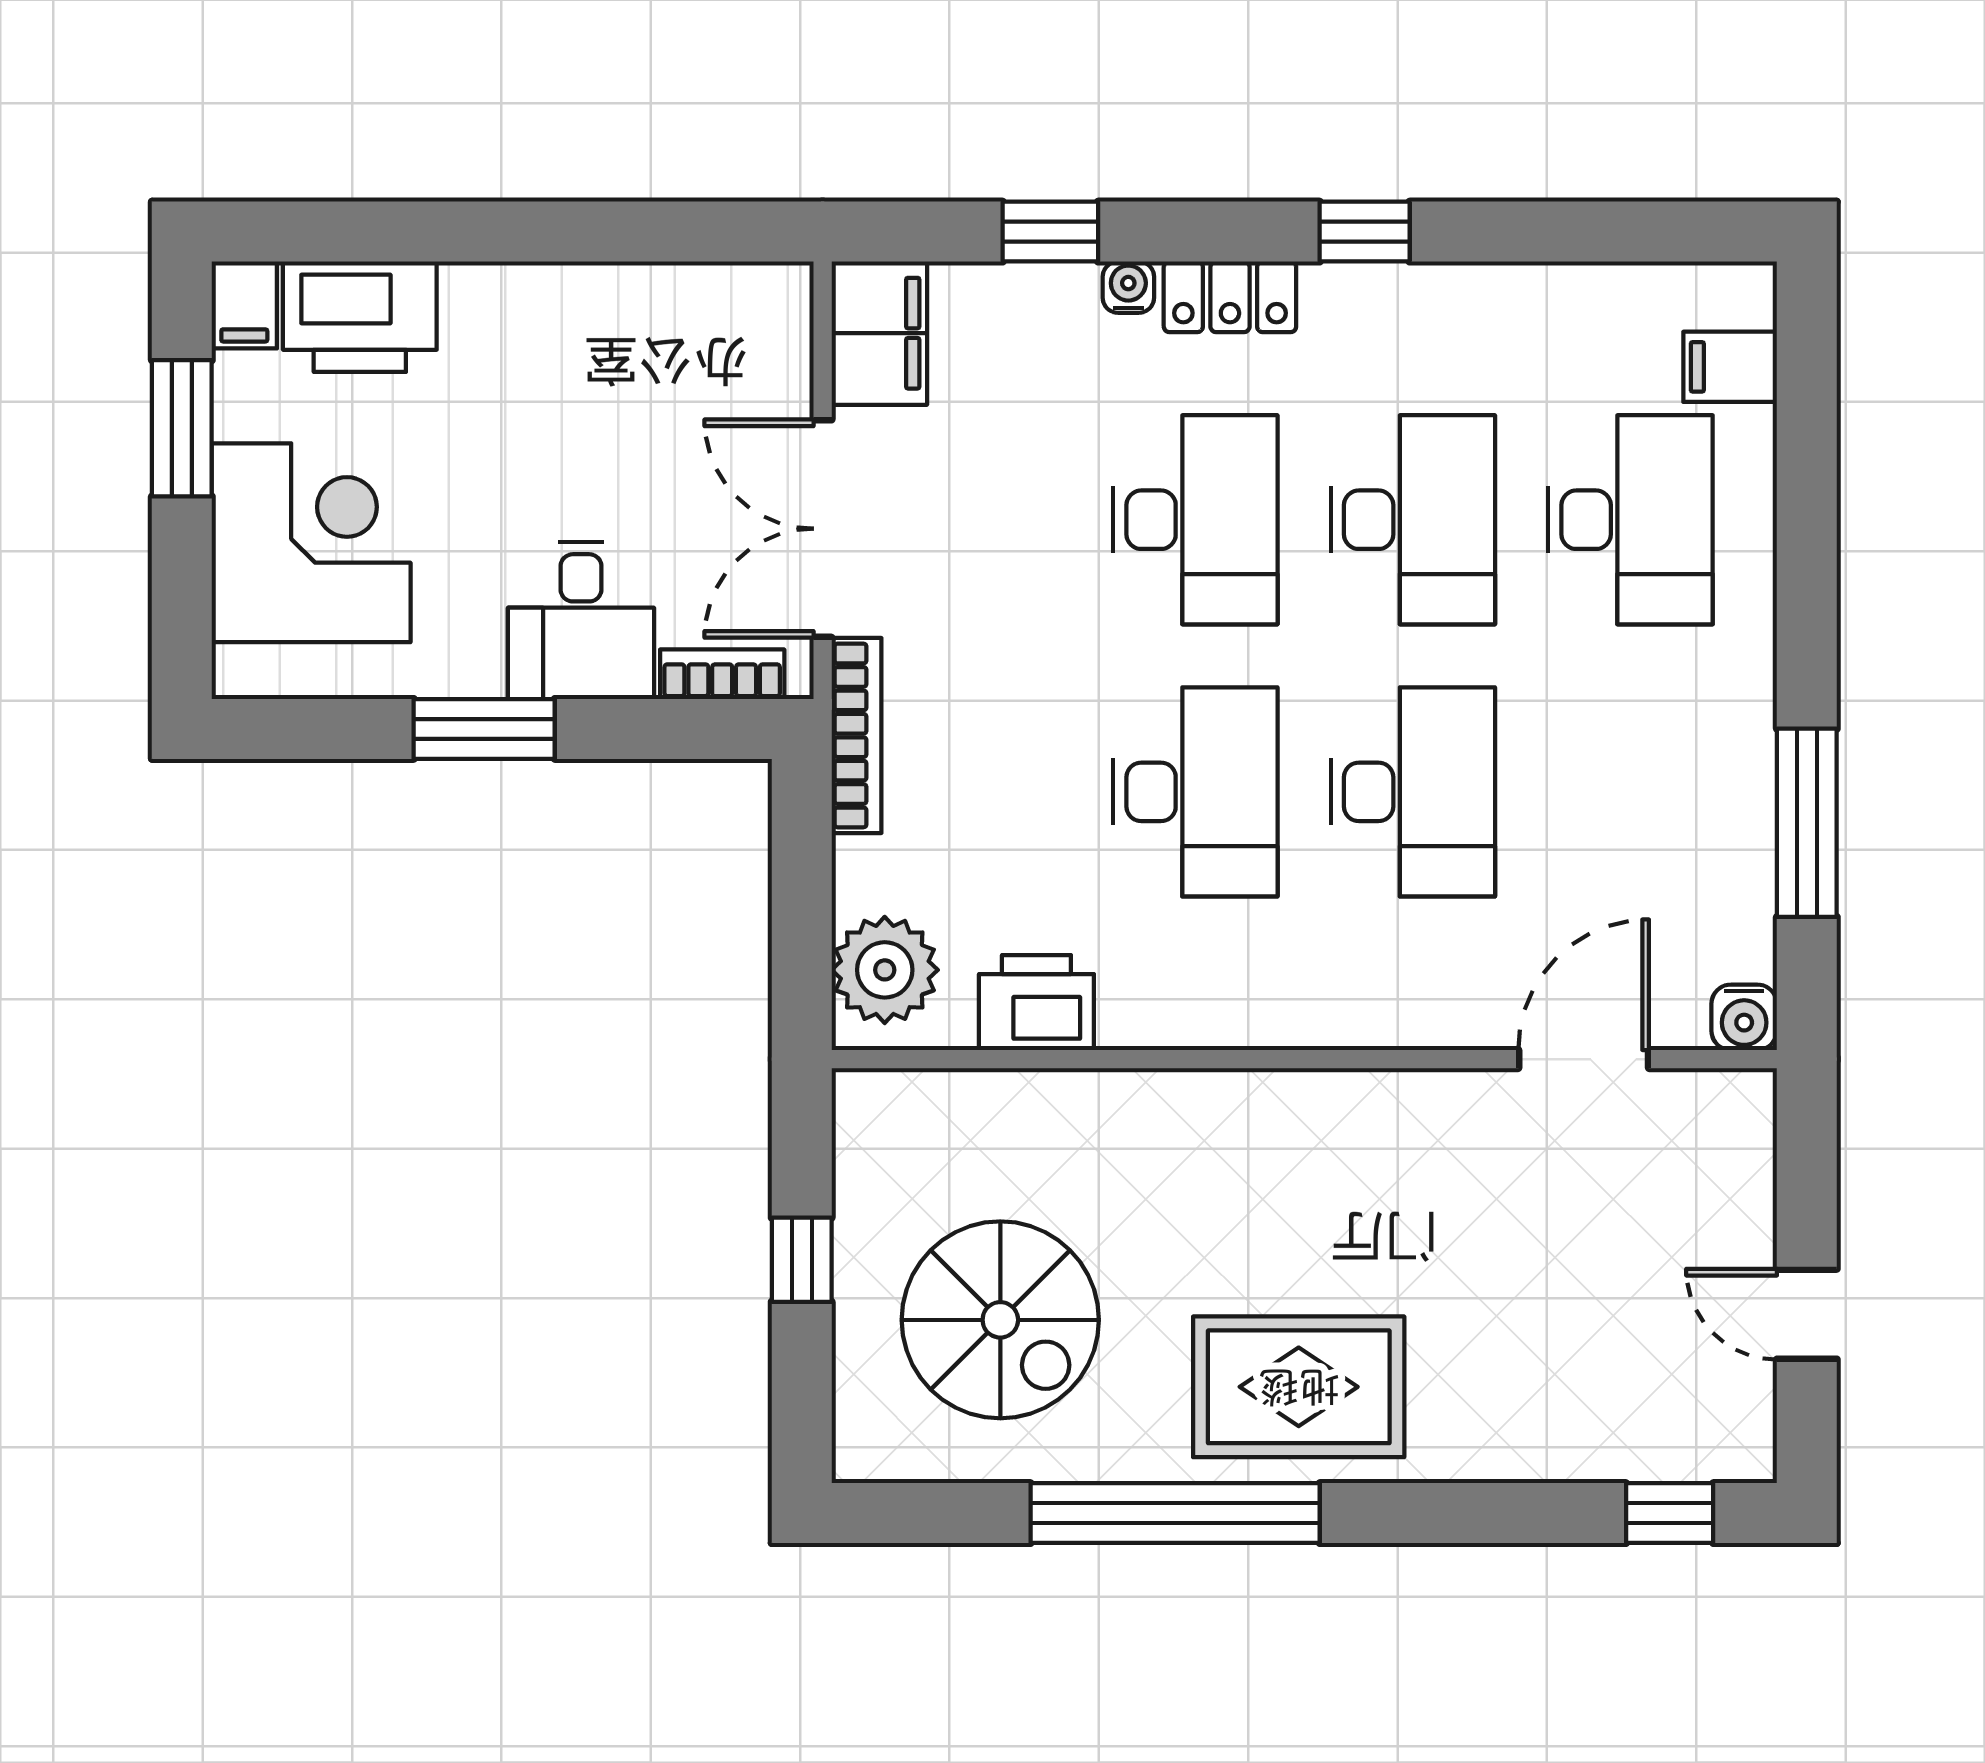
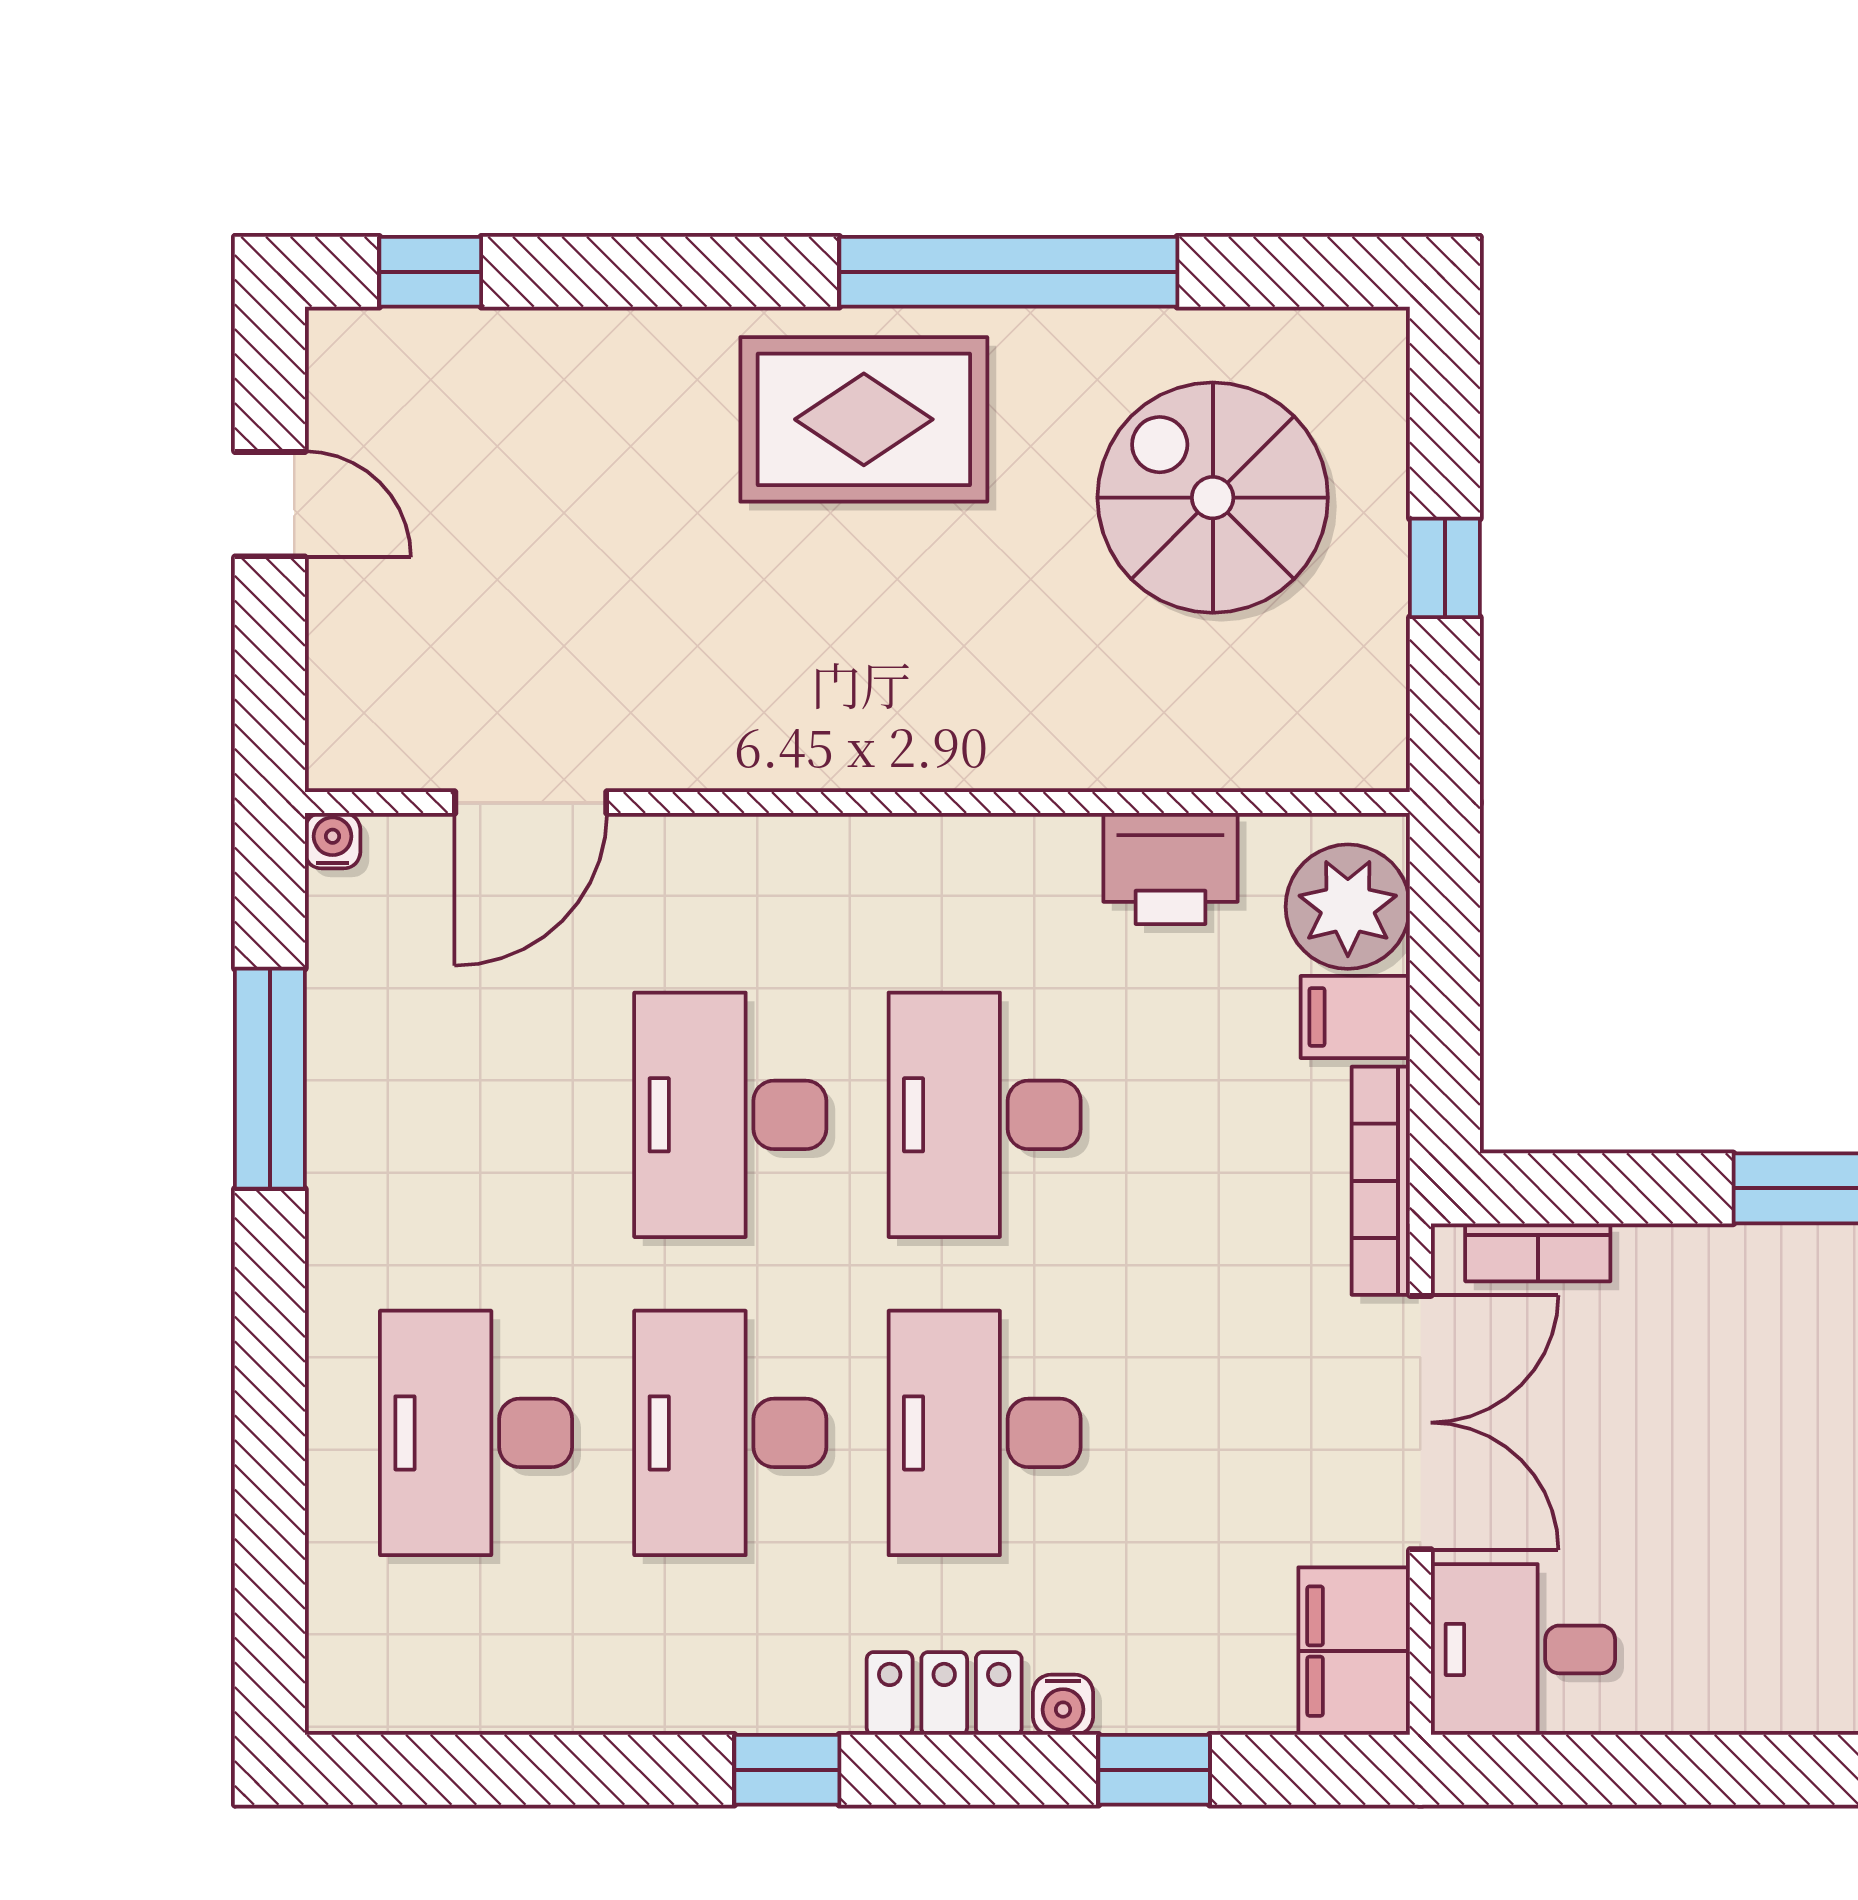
filing cabinet: (1730, 367) -> (1355, 1017), moved, turned 180
desk: (581, 620) -> (1523, 1649), moved, turned -90
water cooler: (1744, 1017) -> (333, 841), width x0.72, depth x0.72

